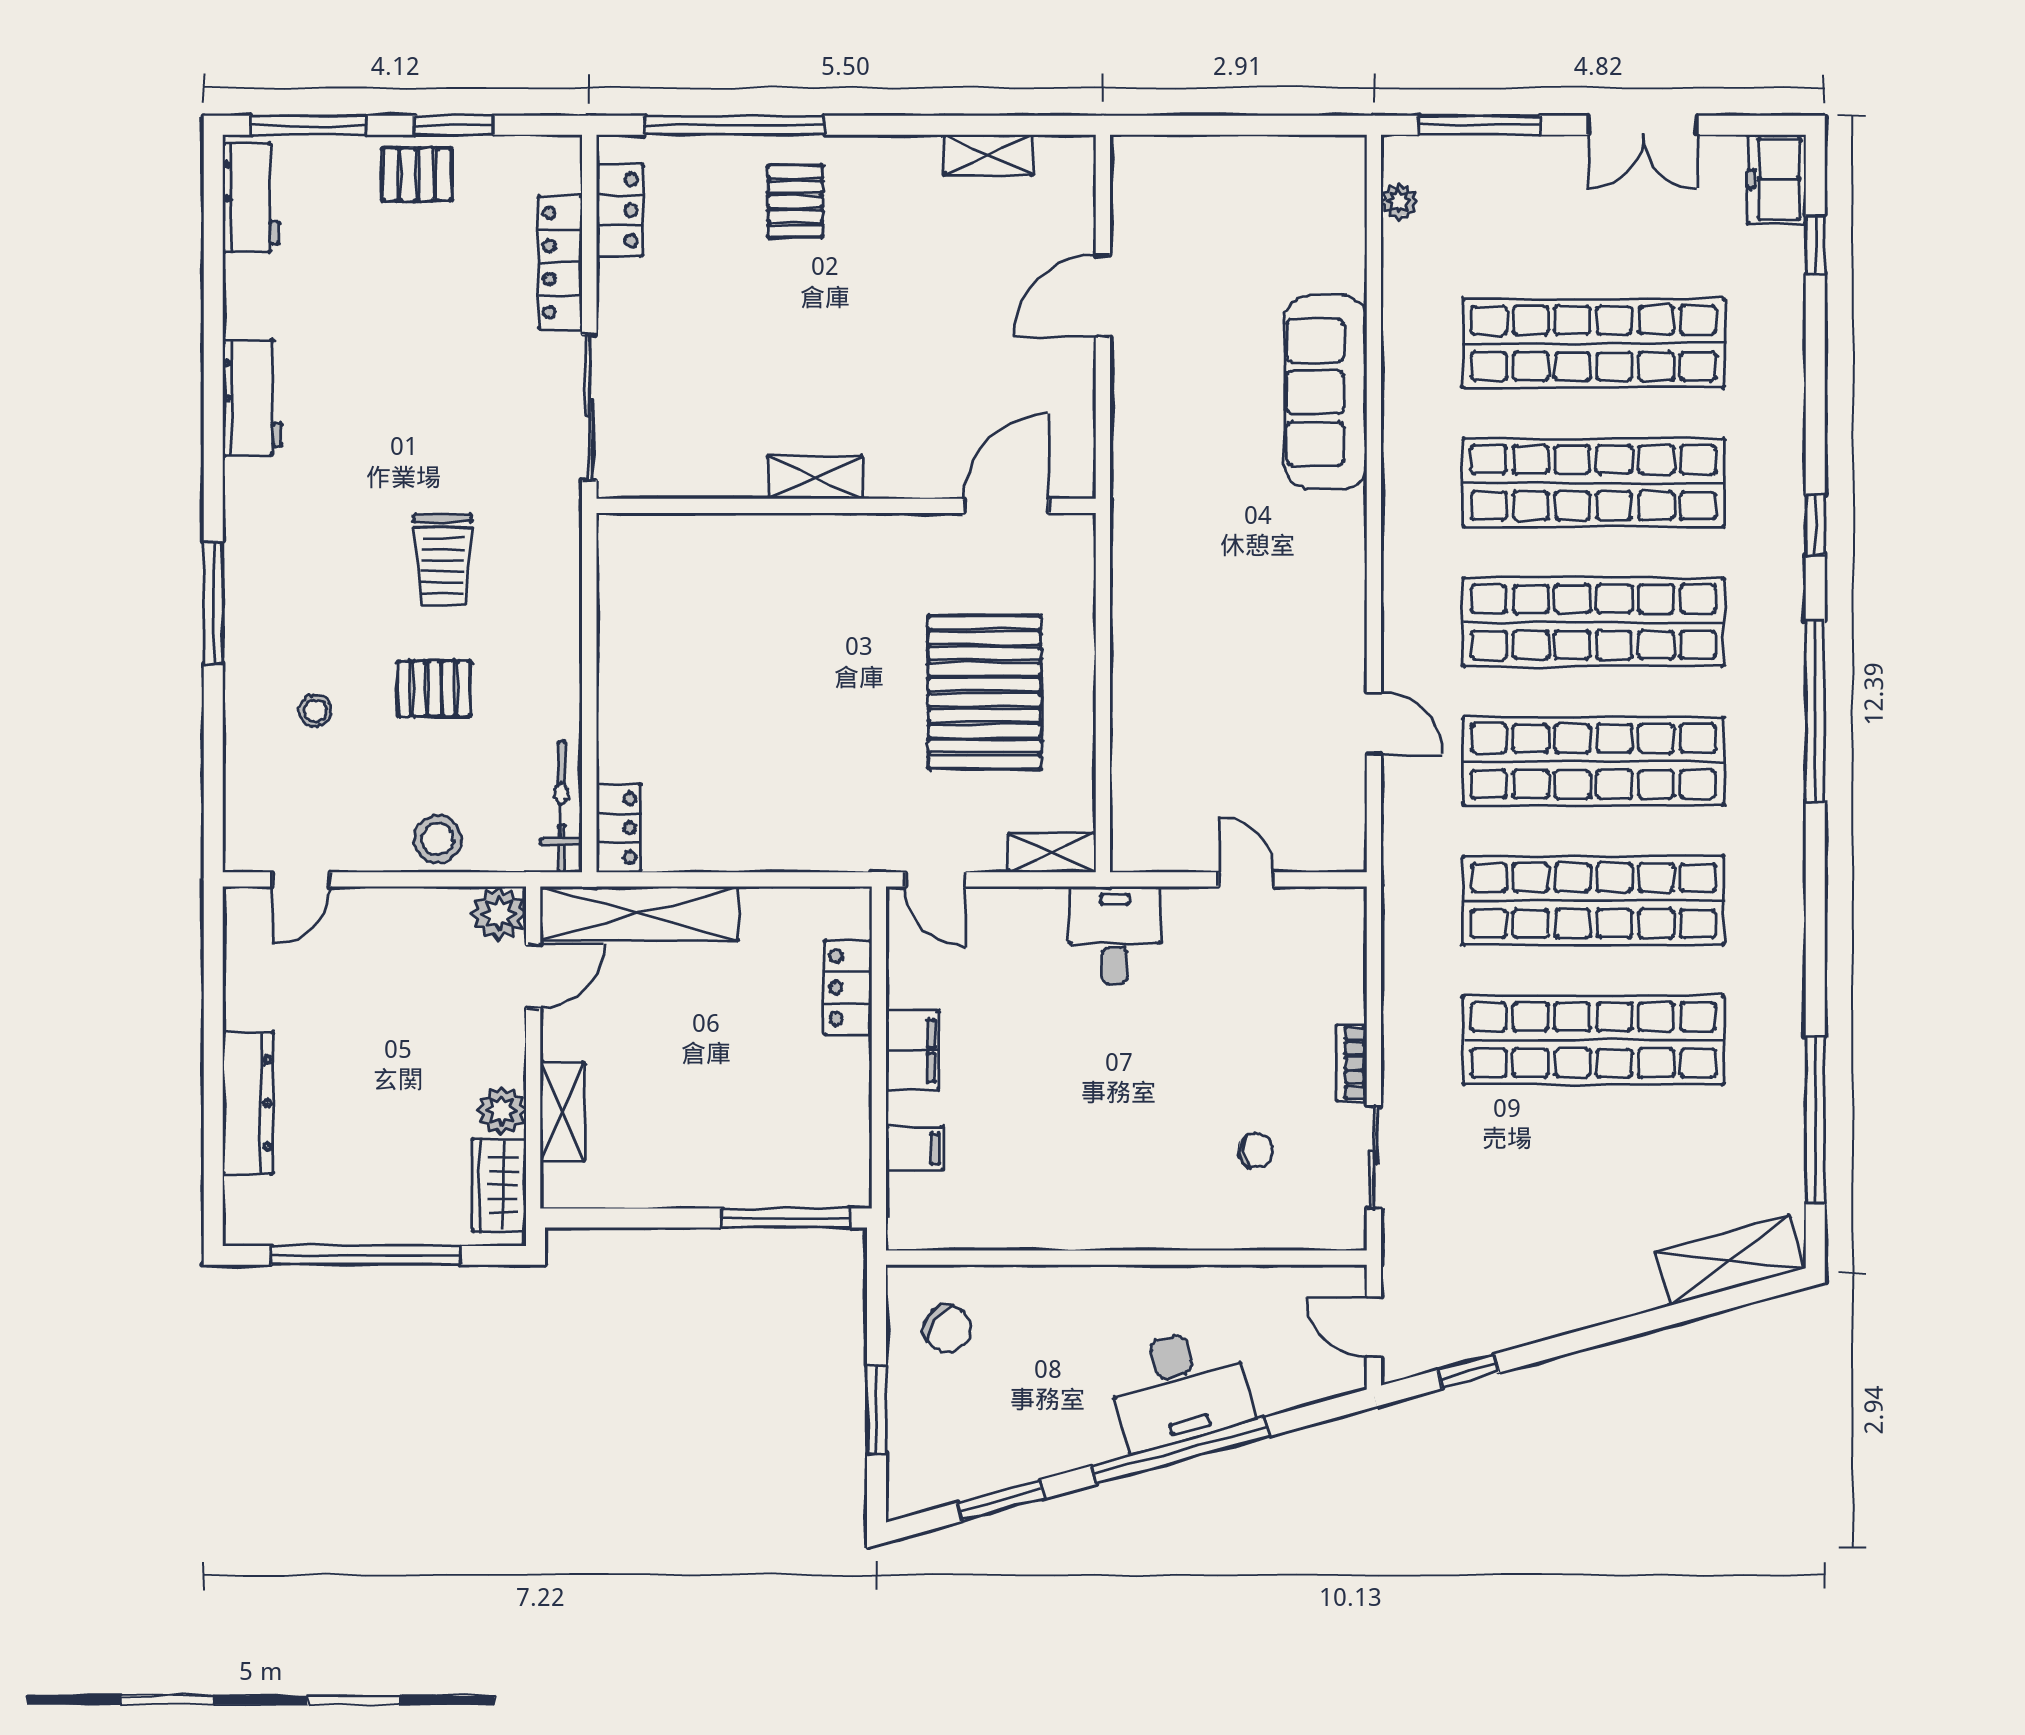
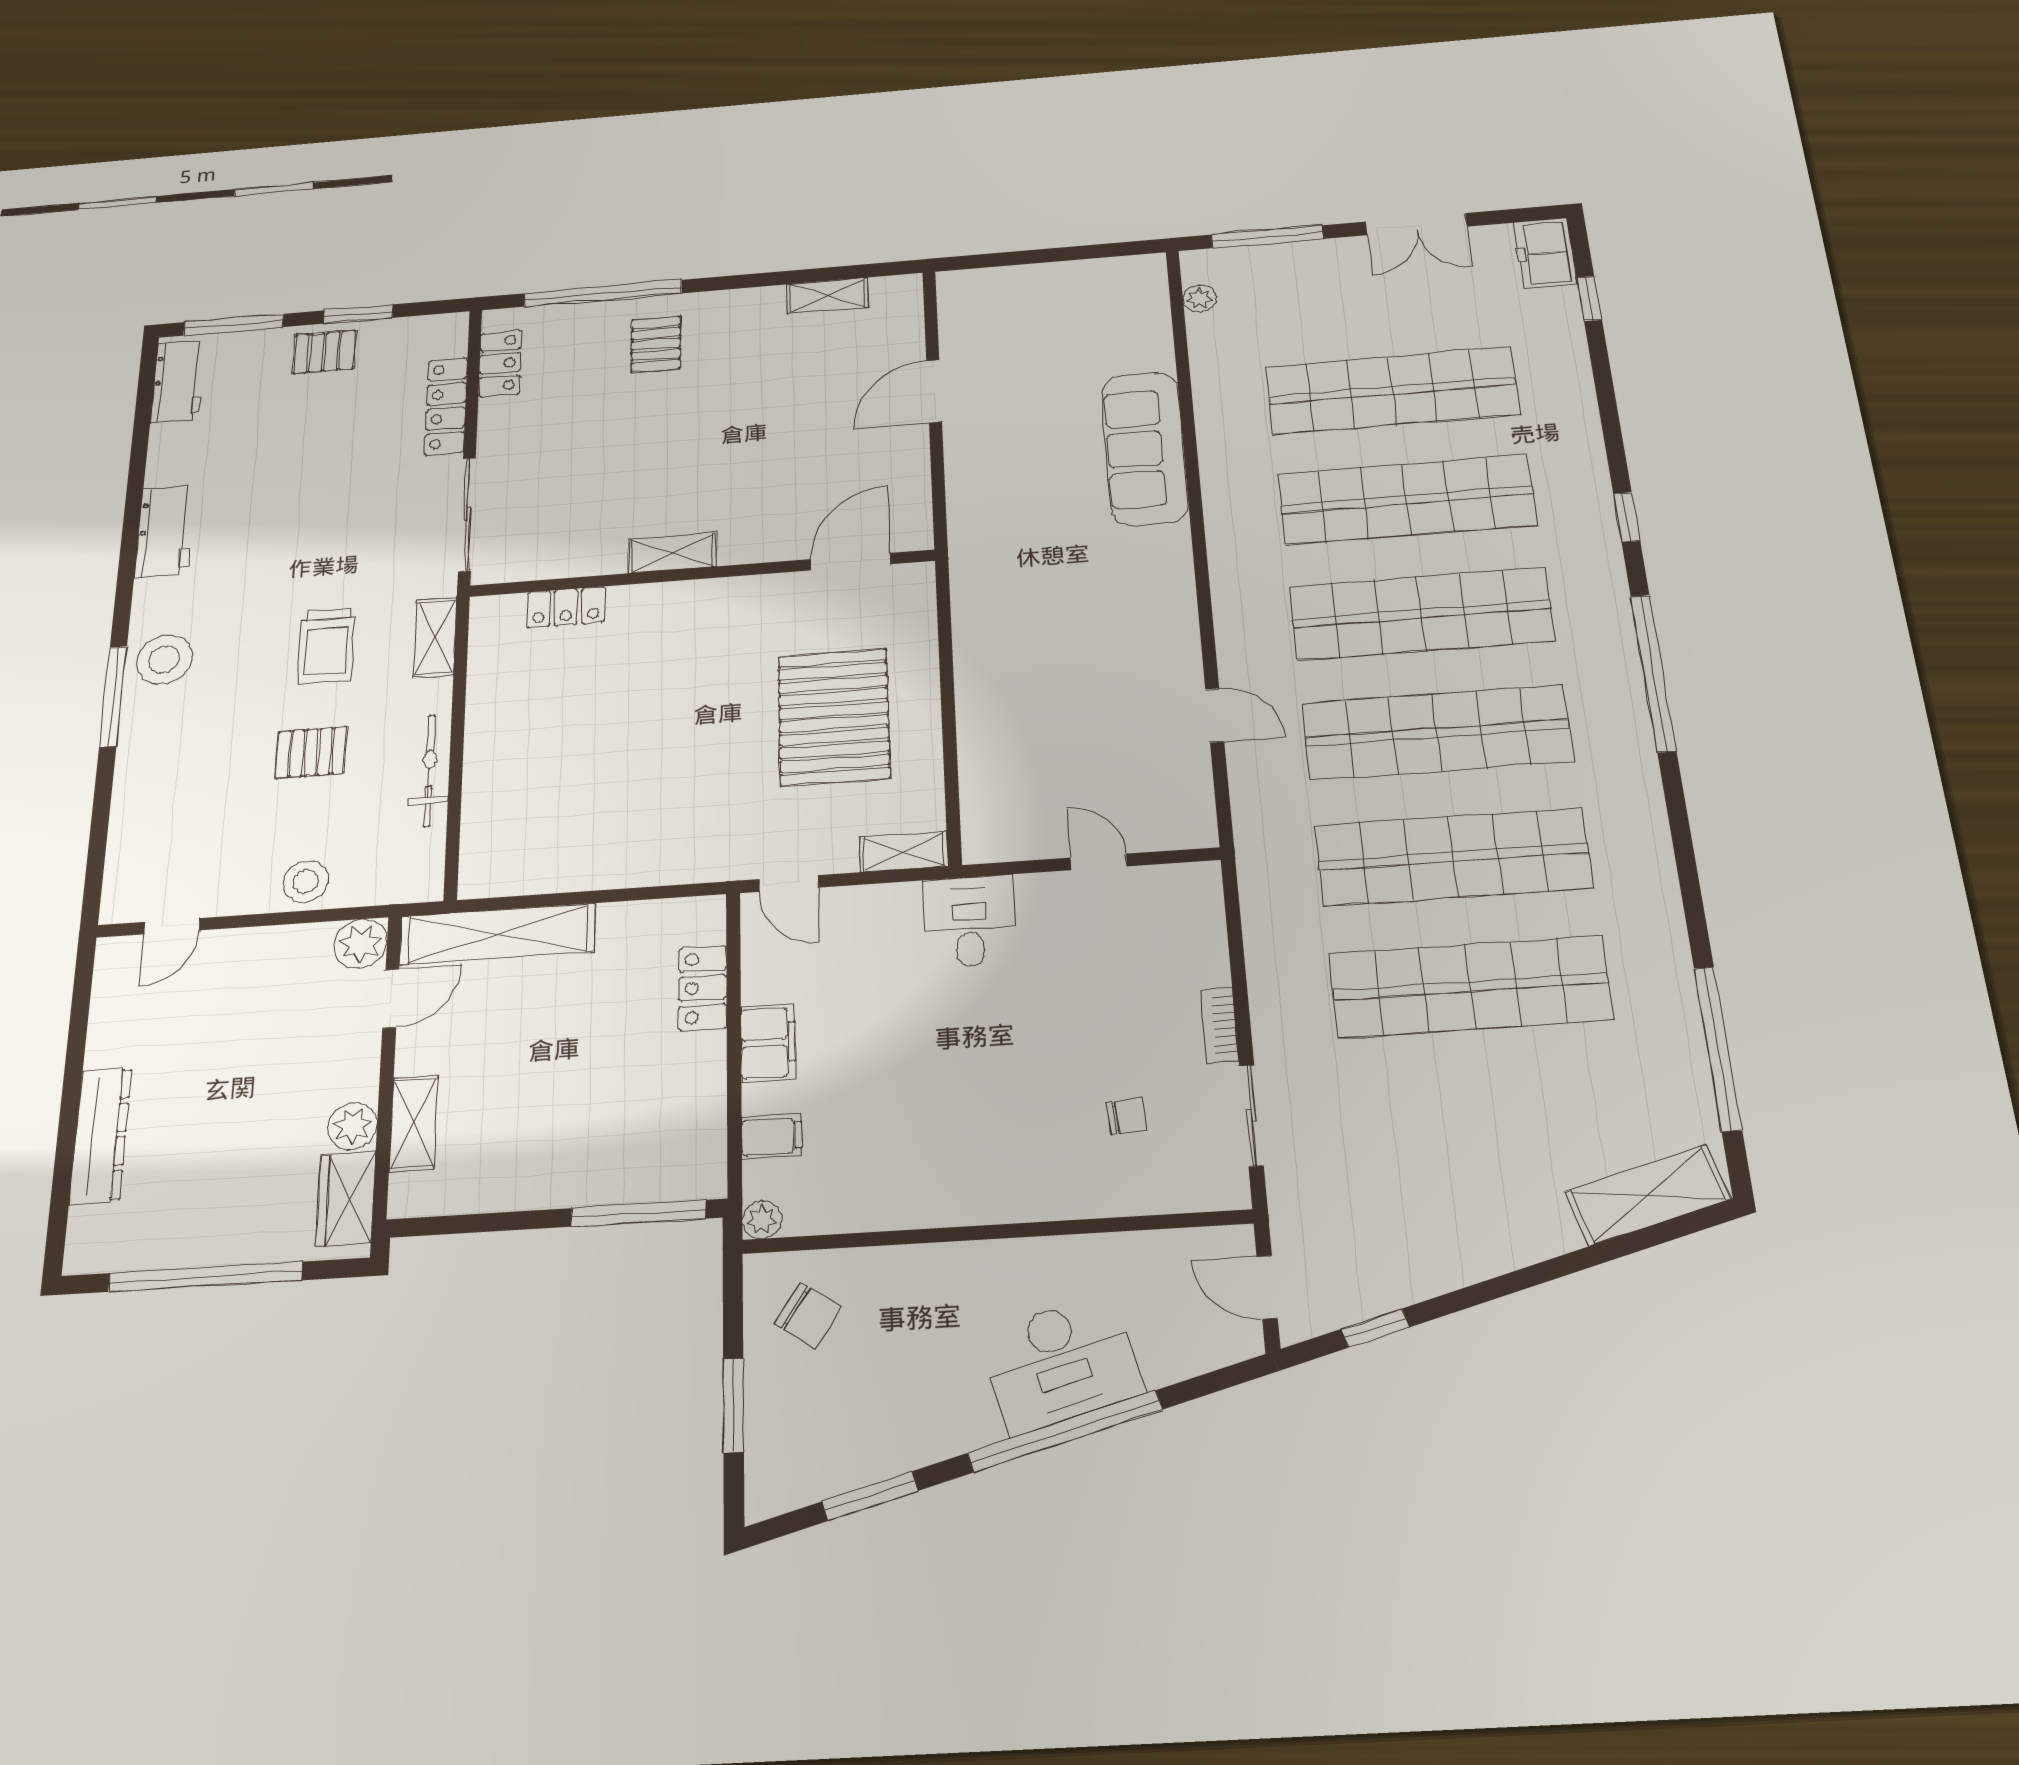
shelving: (561, 560) -> (435, 637), added
stool: (315, 711) -> (164, 659), moved, width x1.89, depth x1.89
bicycle: (561, 807) -> (430, 771), moved
locker: (619, 828) -> (566, 607), moved, turned 90
plant: (905, 1232) -> (762, 1220), added

